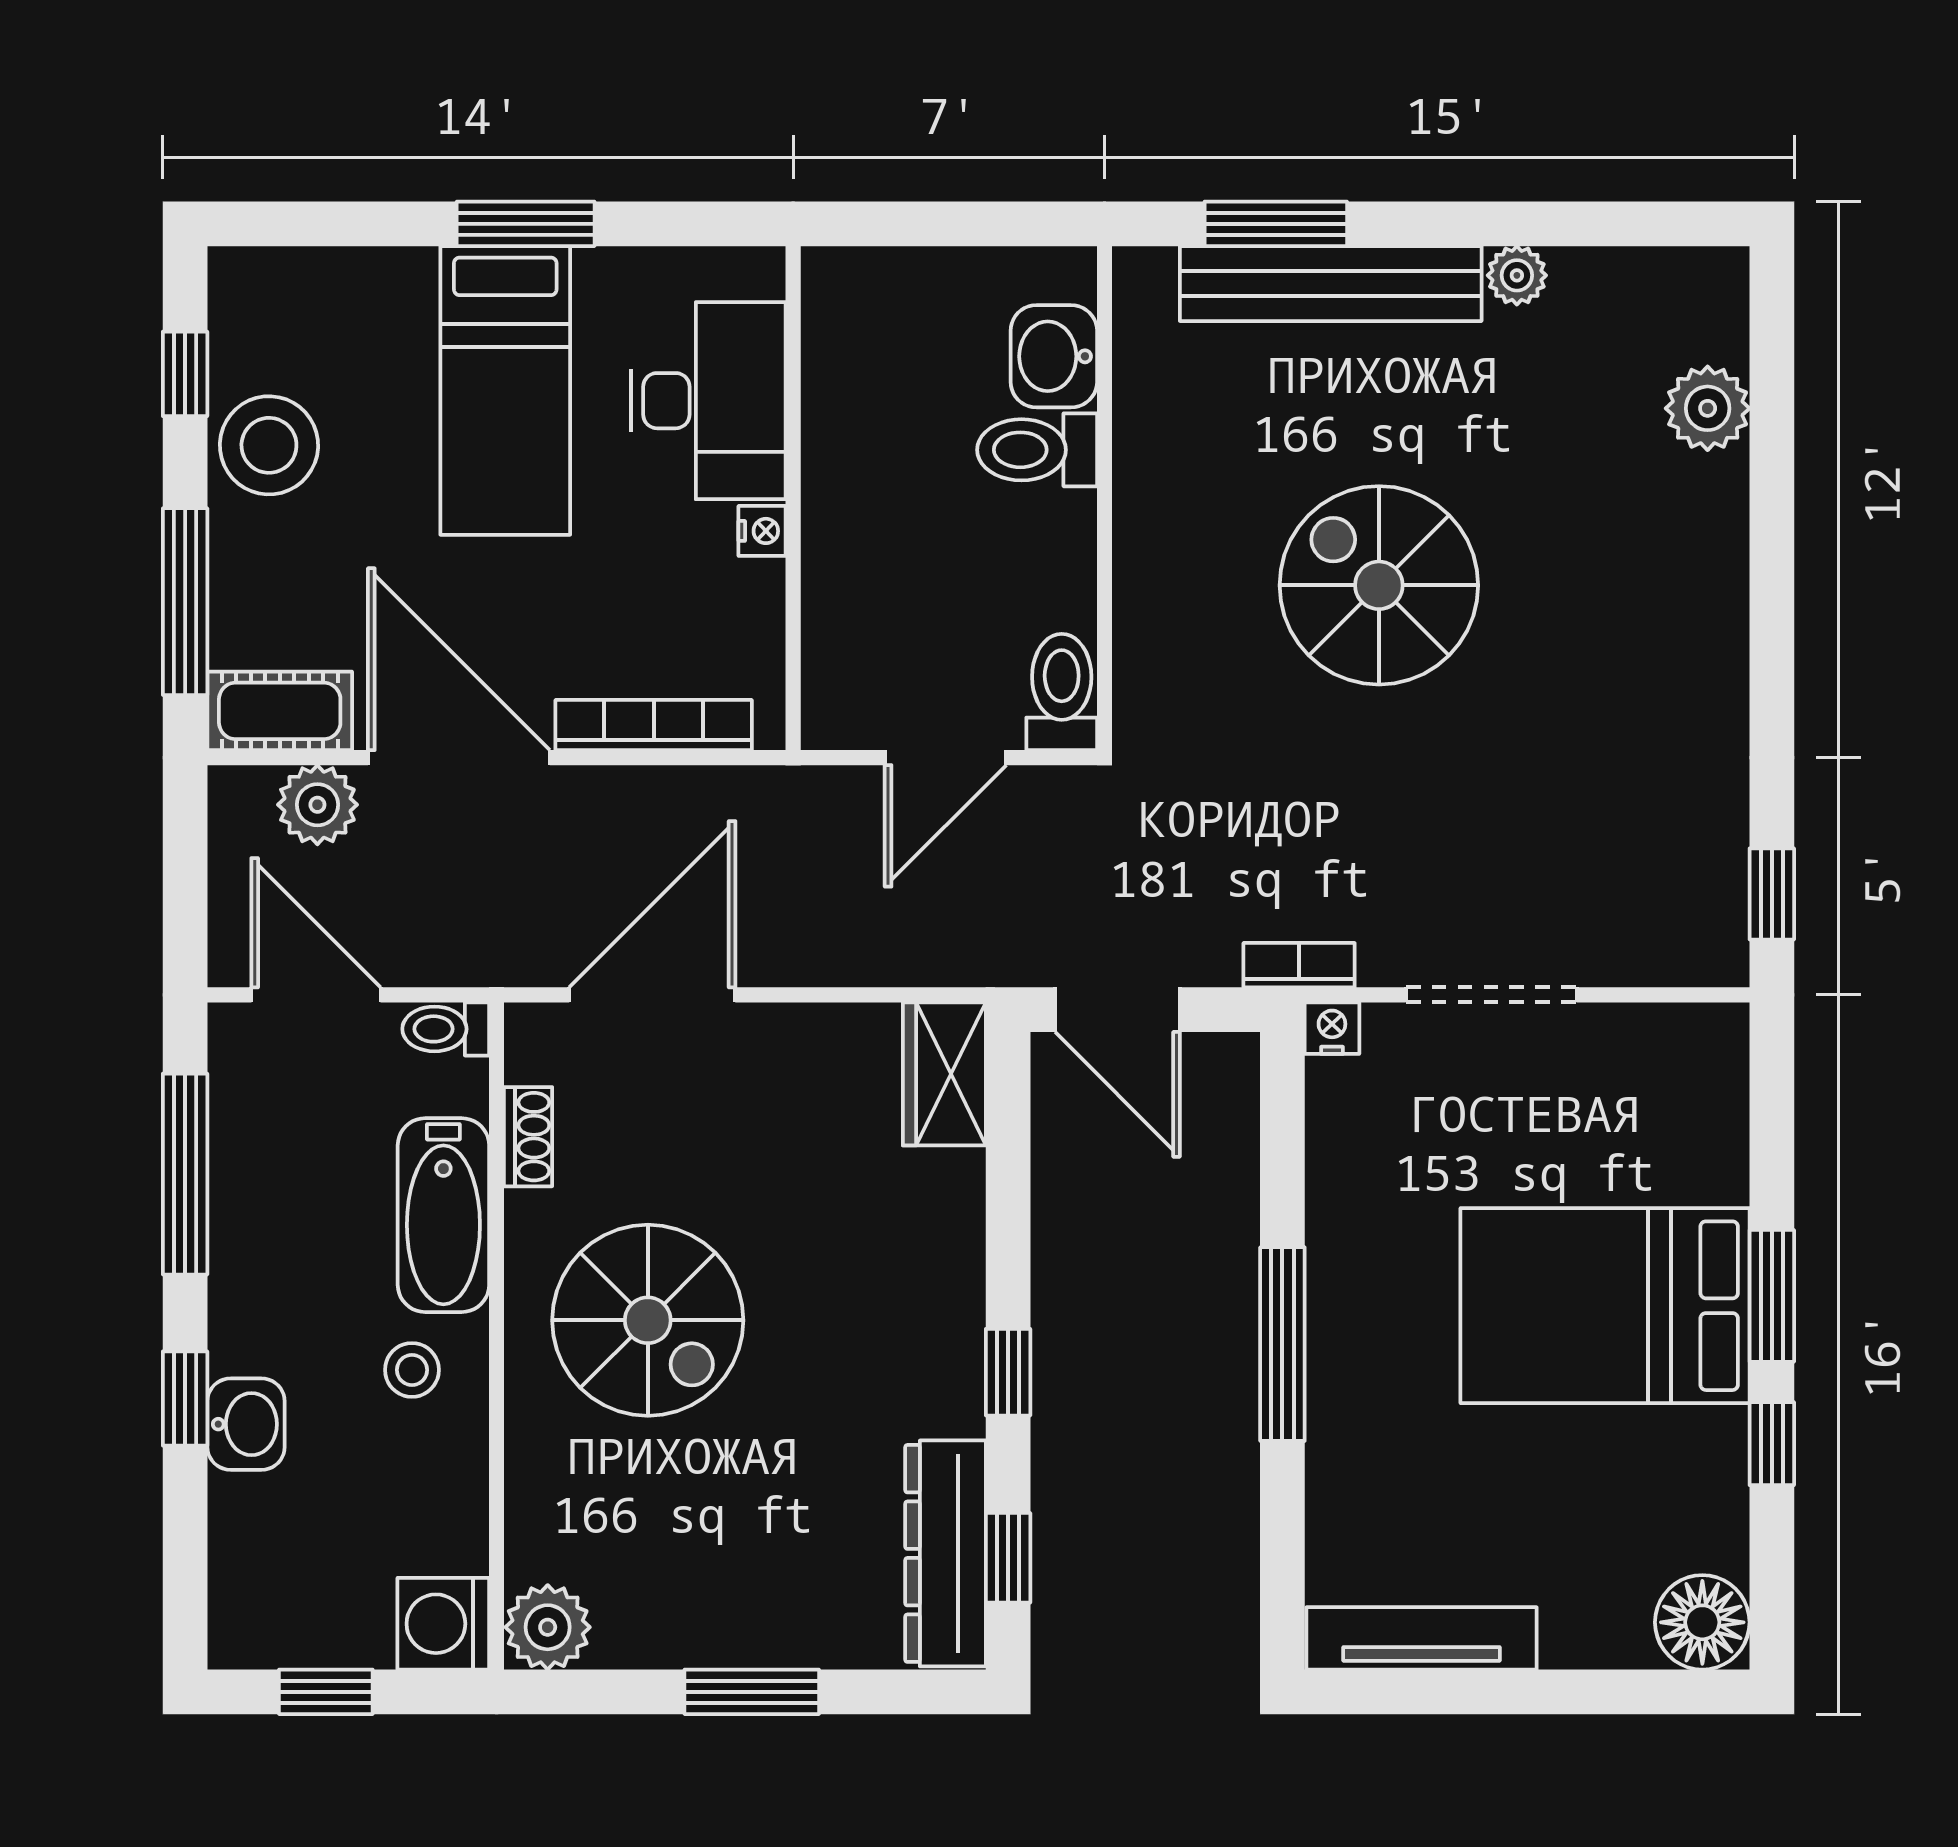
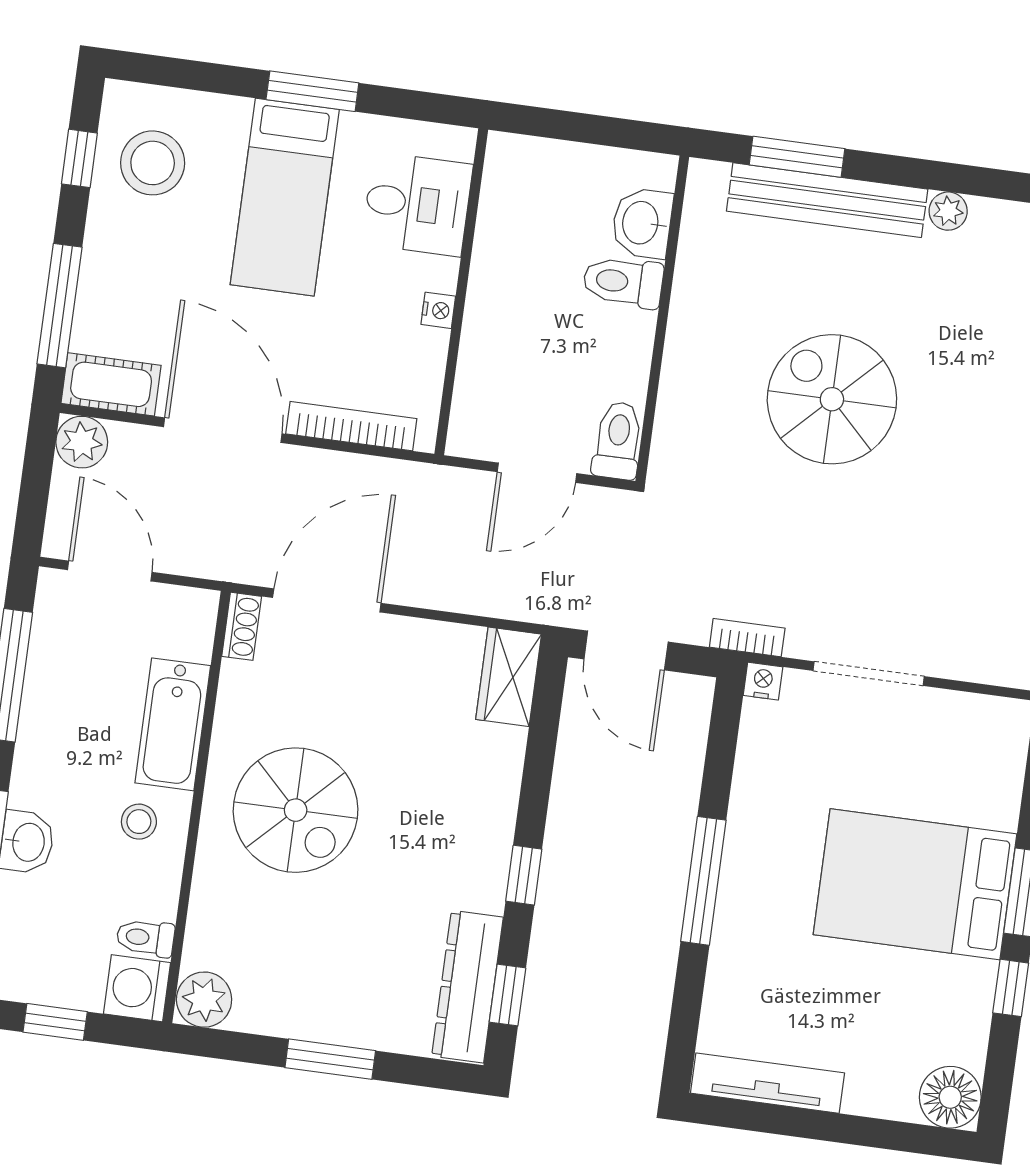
desk: (708, 401) -> (417, 204), width x0.73
stool: (269, 445) -> (153, 163), moved
plant: (317, 805) -> (82, 442), moved
toilet: (446, 1029) -> (145, 938), moved
shoe rack: (528, 1137) -> (242, 626), moved

